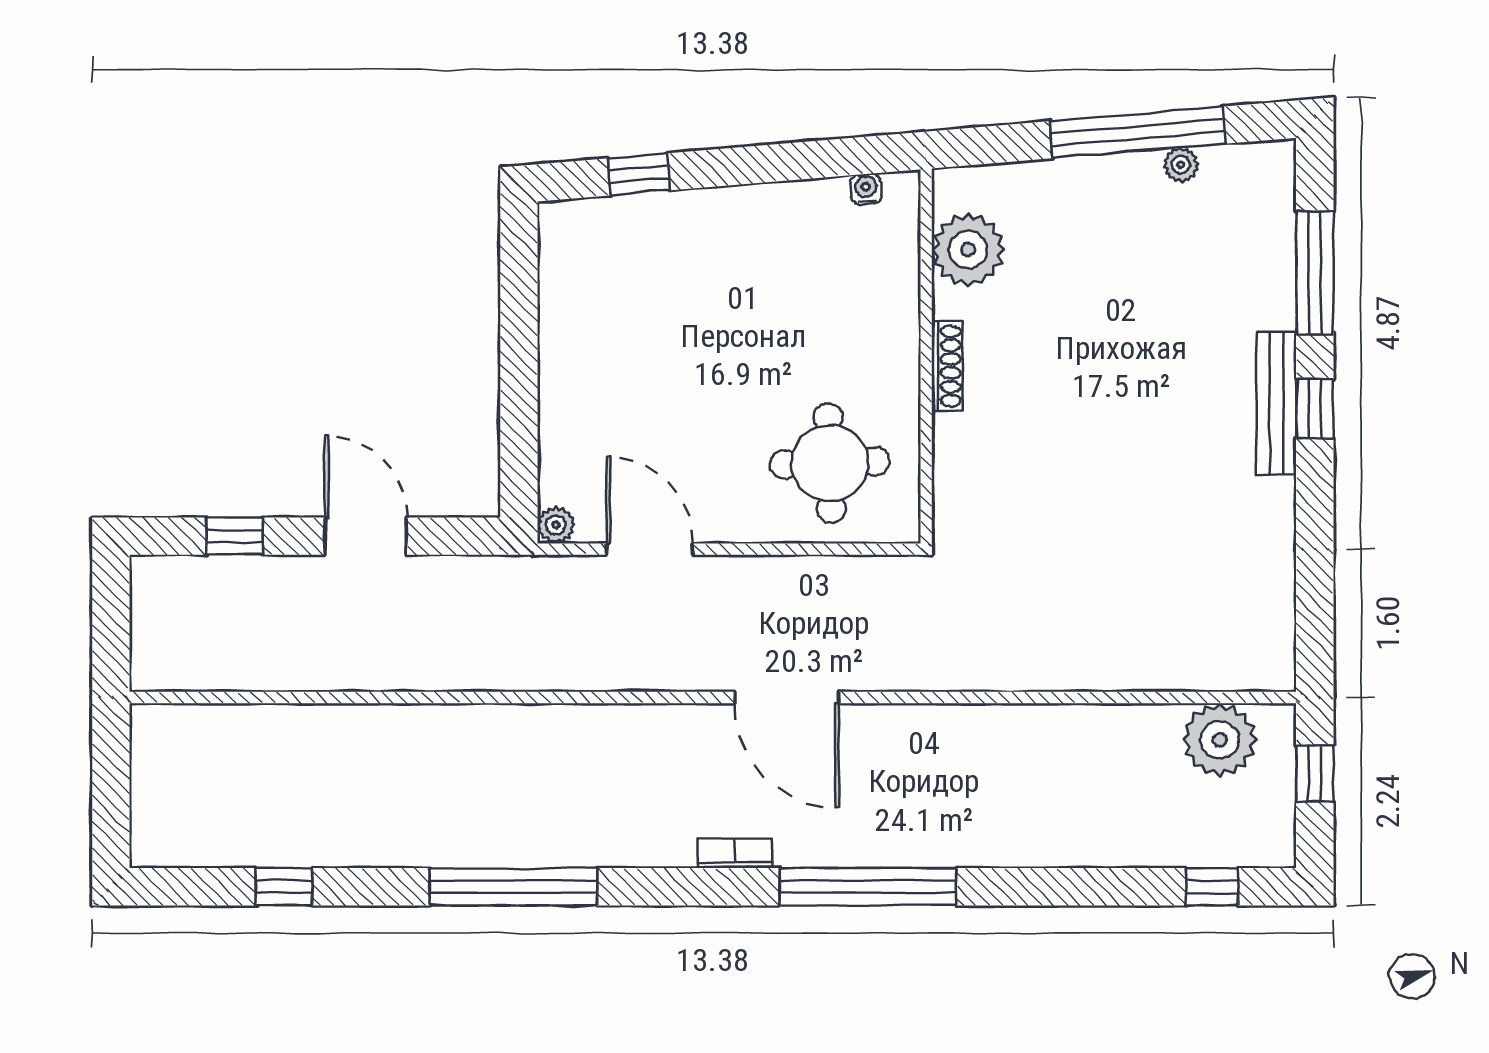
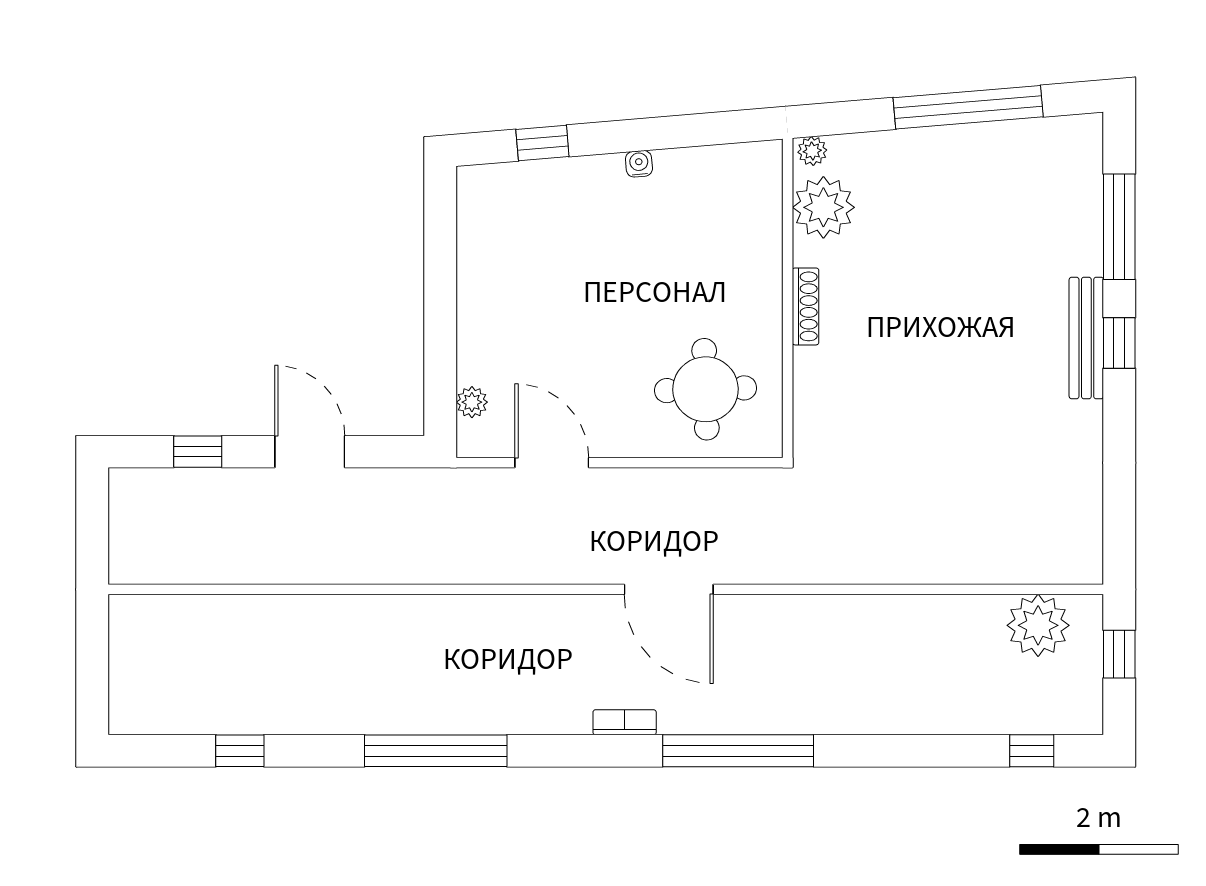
plant: (1181, 165) -> (812, 151), moved
water cooler: (866, 189) -> (639, 164), moved
plant: (556, 525) -> (472, 402), moved

